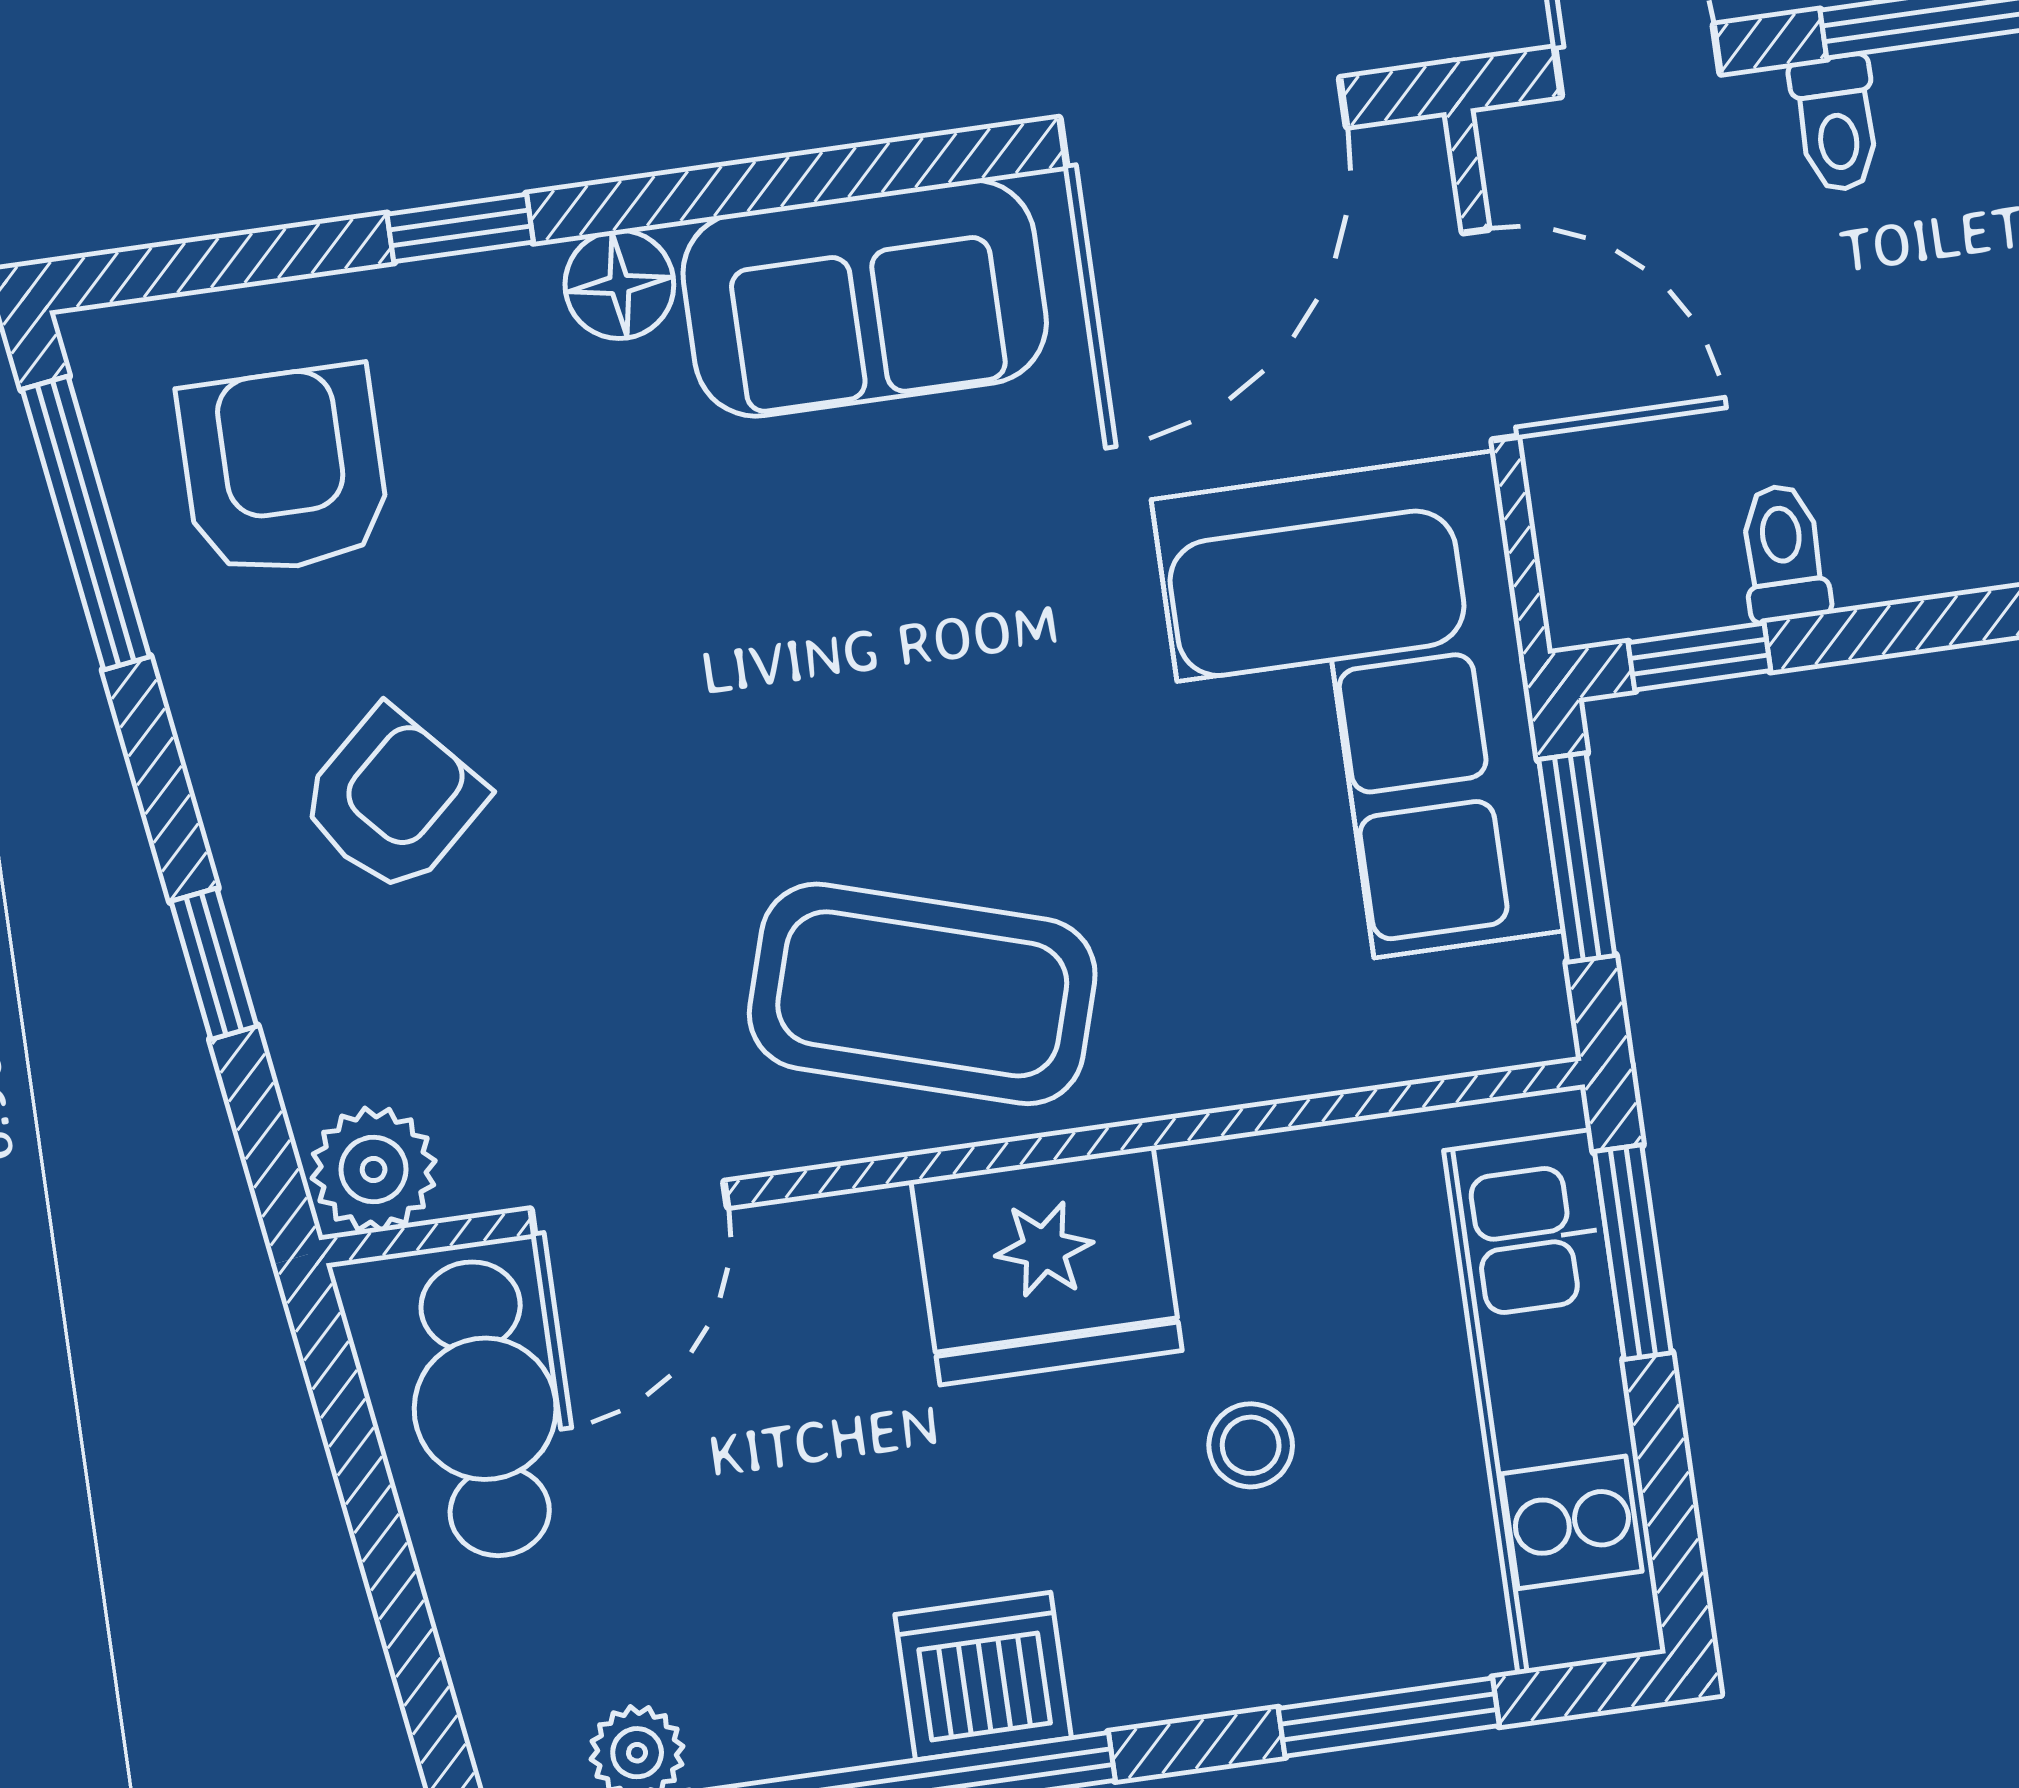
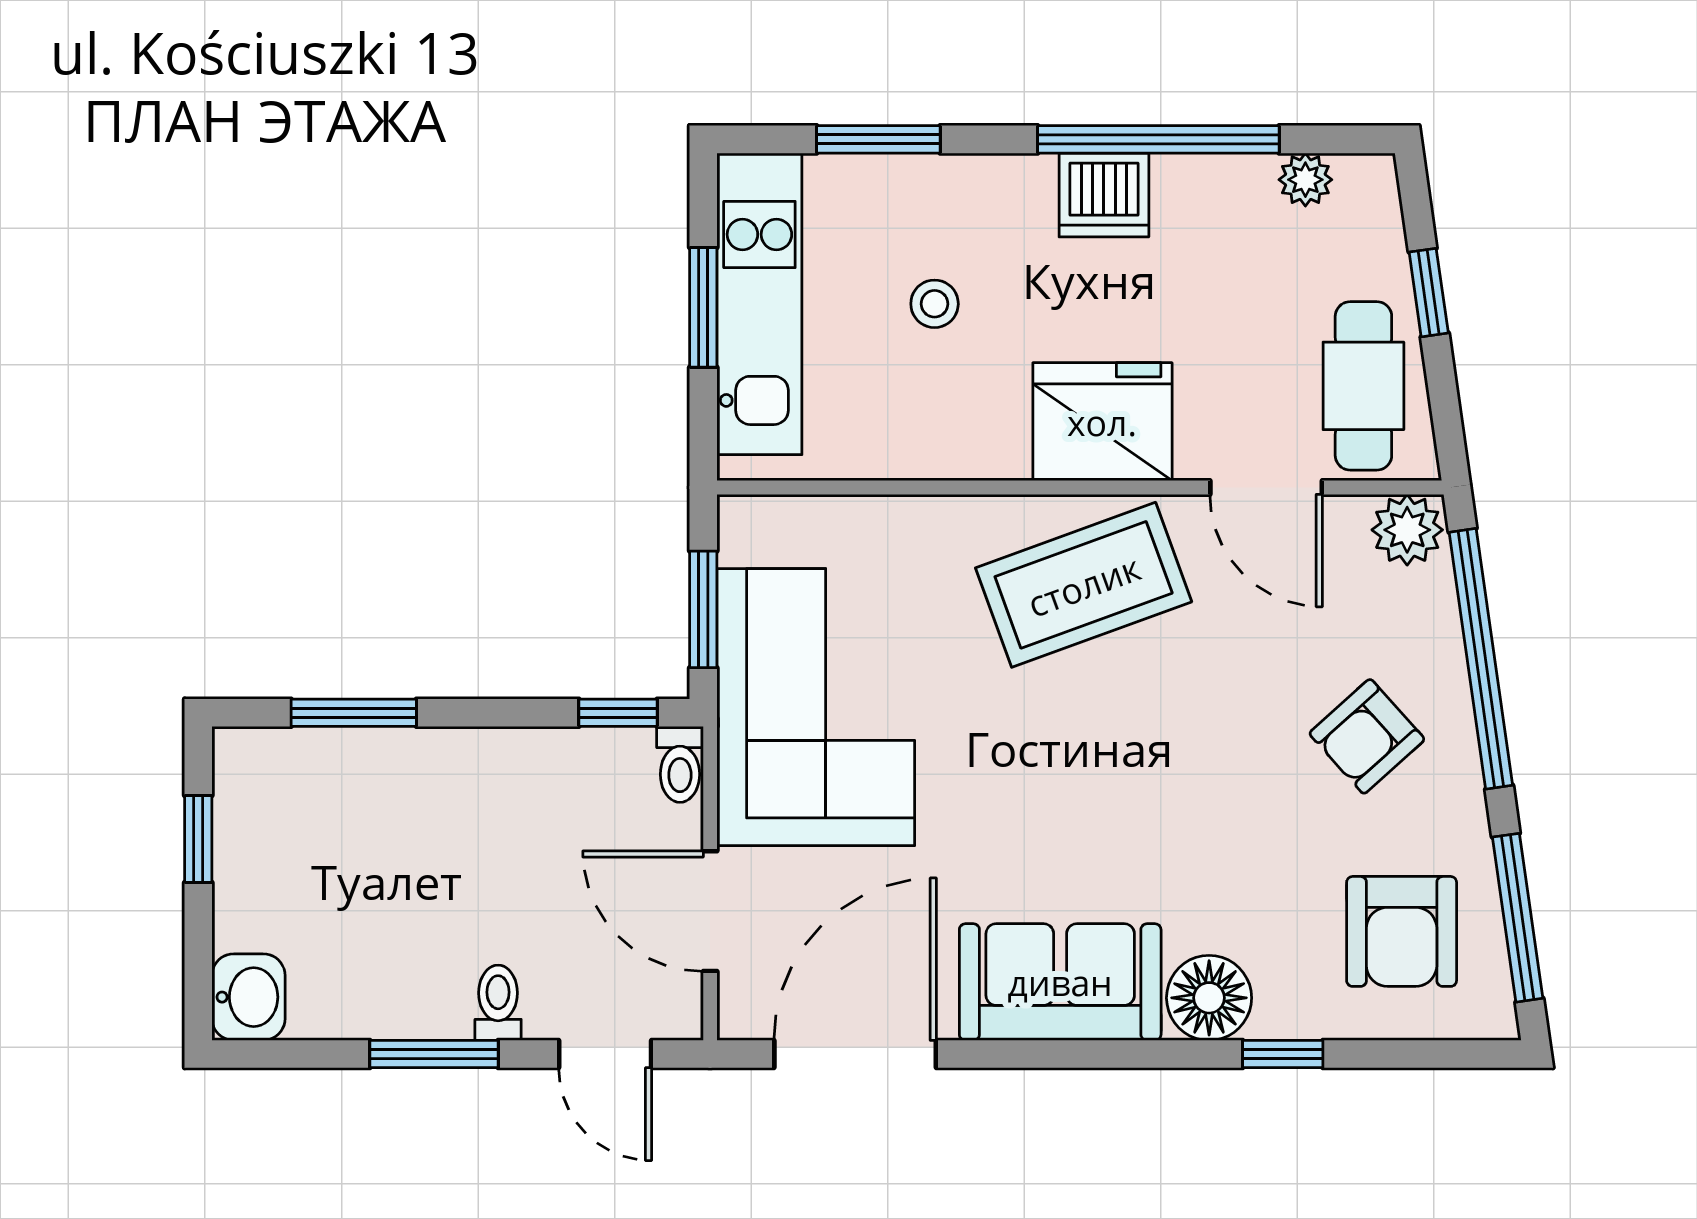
floor lamp: (619, 284) -> (1209, 998), width x1.38, depth x1.38
toilet: (1783, 553) -> (680, 764), moved
window: (214, 964) -> (1481, 659), width x3.17
coffee table: (922, 994) -> (1084, 585), turned -37
door: (629, 1208) -> (1266, 487), swing flipped
window: (1633, 1252) -> (703, 307), moved
fridge: (1047, 1265) -> (1102, 422), moved
window: (395, 1587) -> (1429, 293), added

